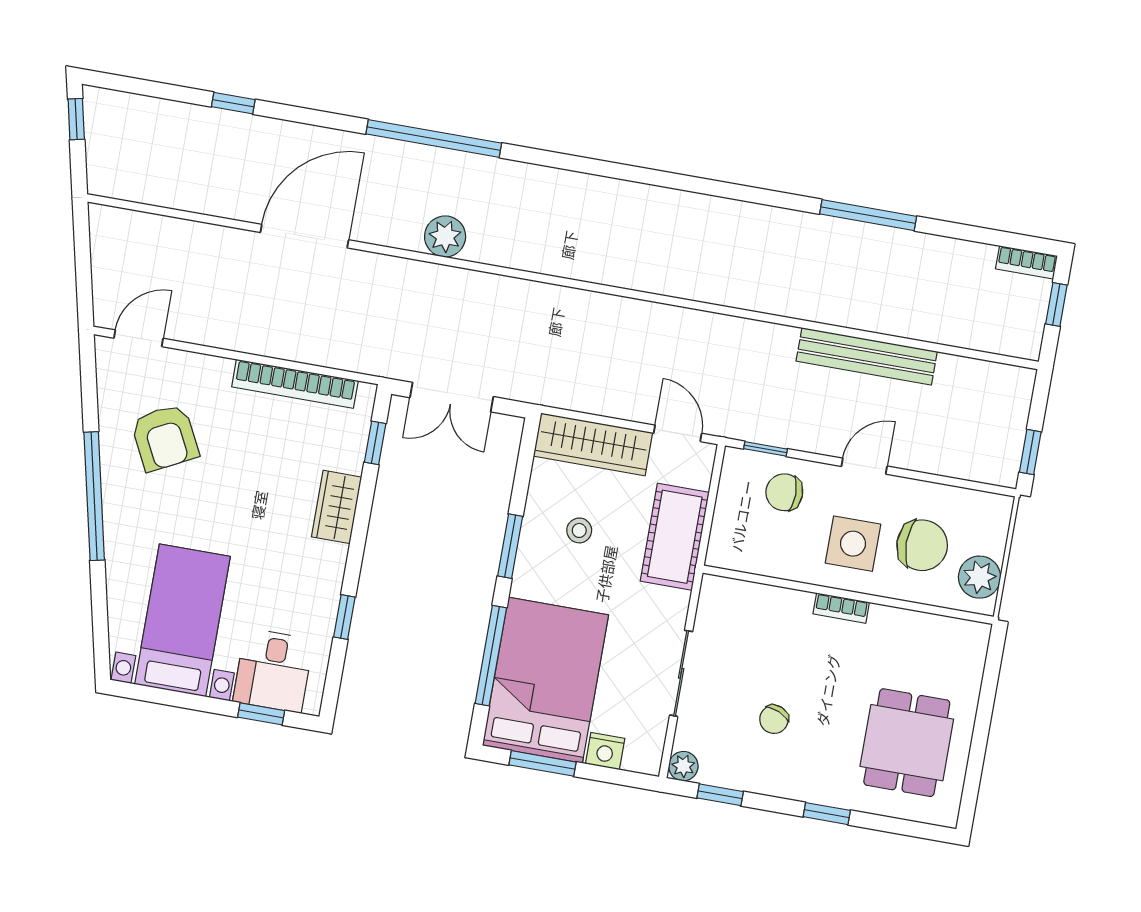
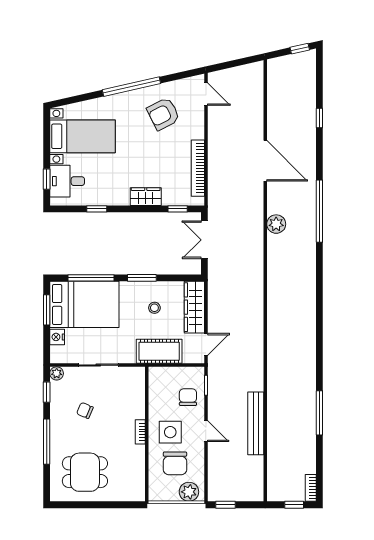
plant: (980, 577) -> (189, 492), moved
window: (827, 814) -> (47, 442), width x2.17

